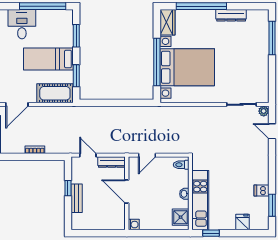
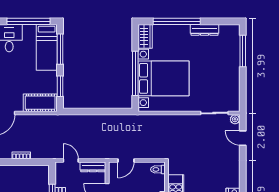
window: (76, 36) -> (60, 49), width x1.44
bed: (48, 59) -> (47, 47), moved, turned -90

